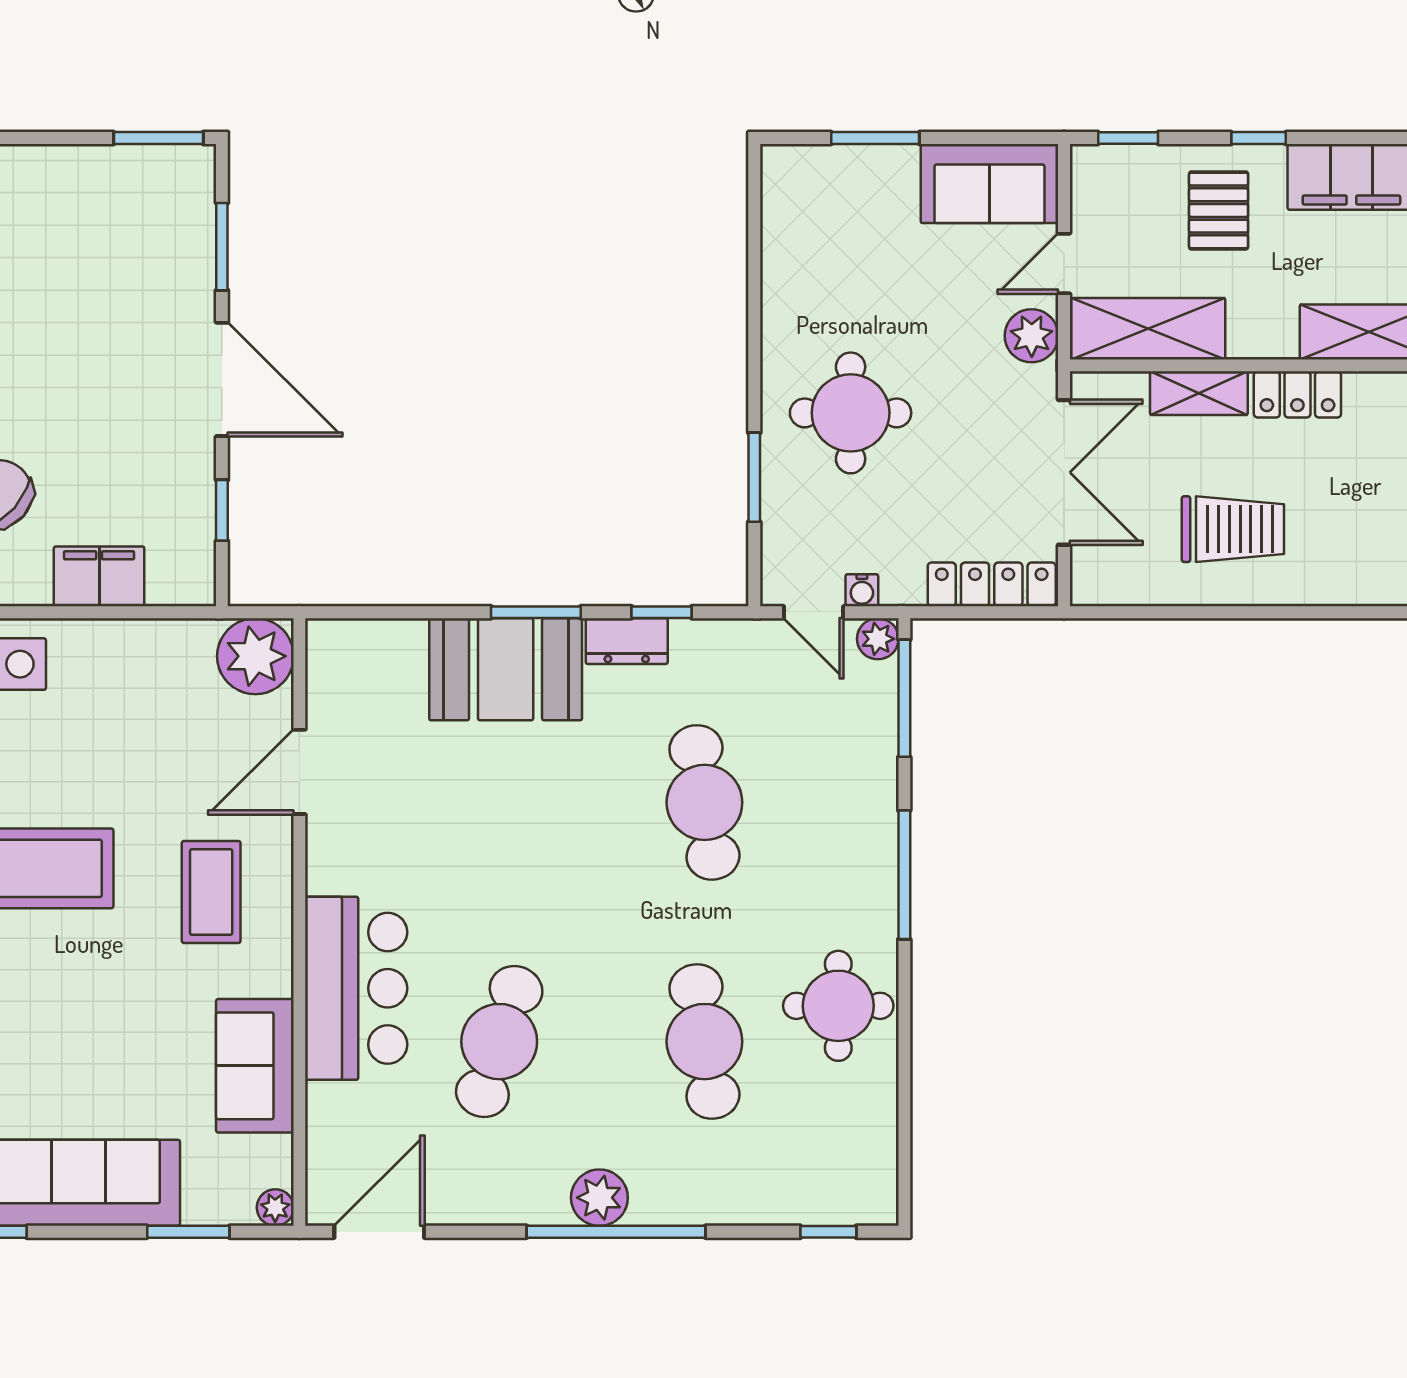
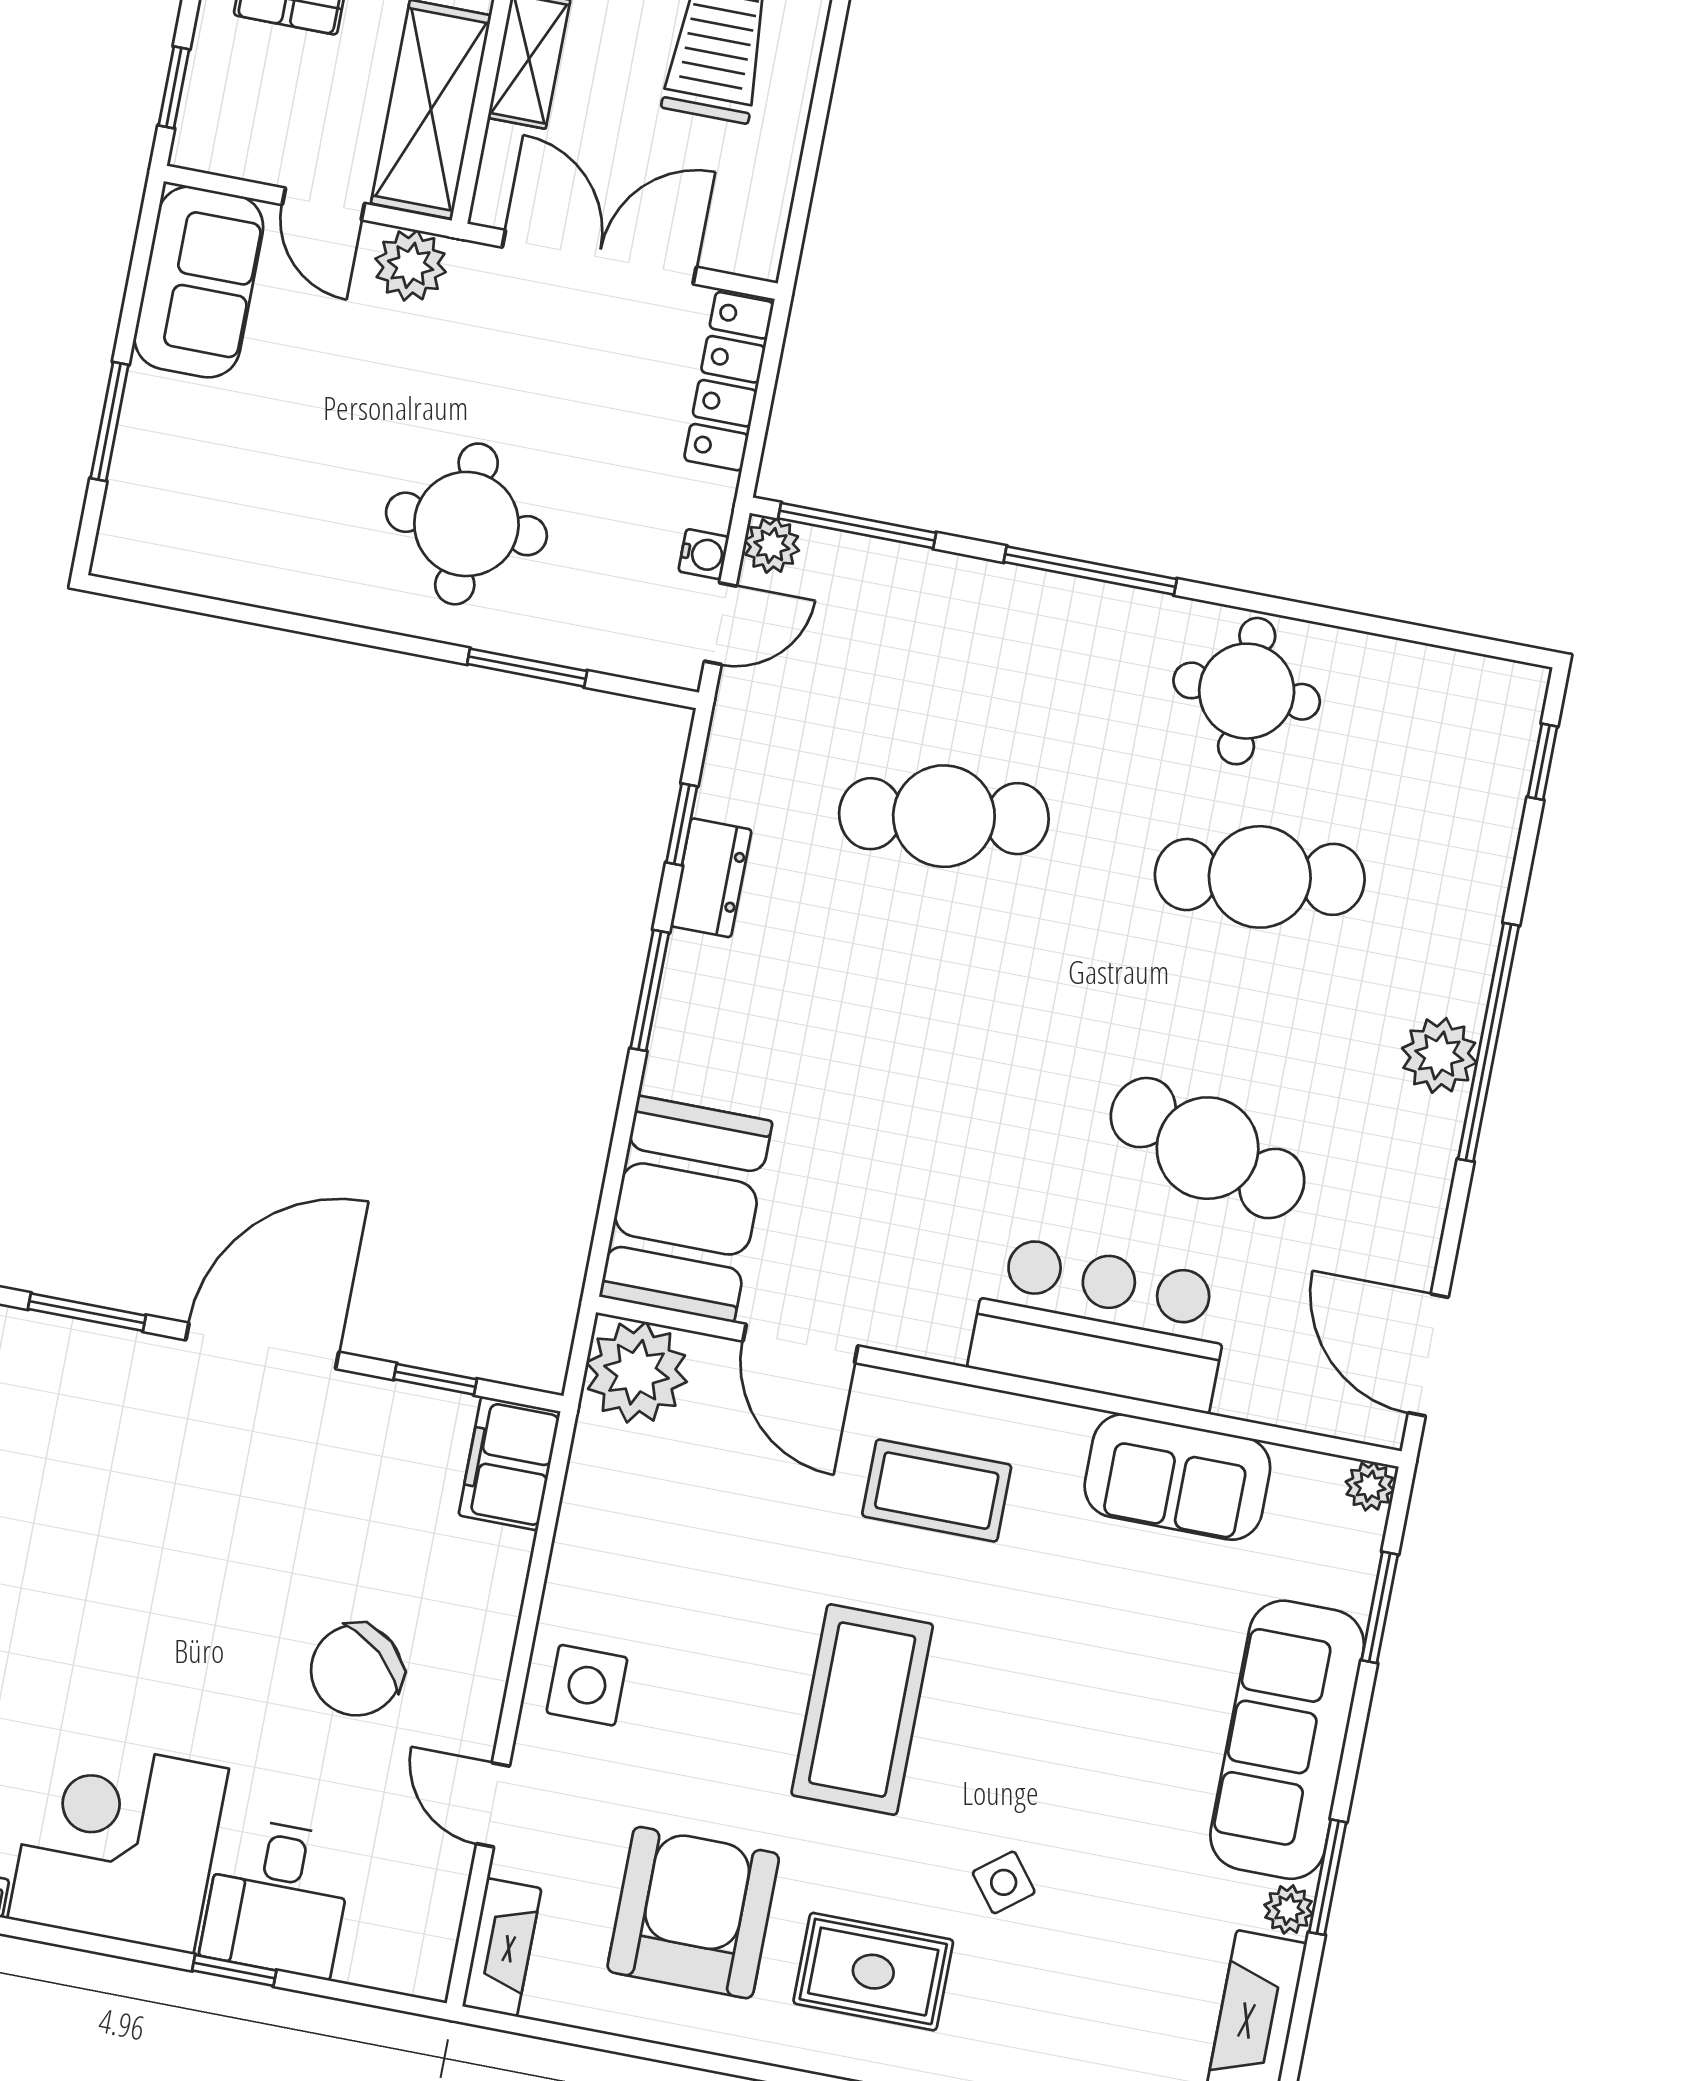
filing cabinet: (99, 576) -> (509, 1463), moved
booth: (506, 669) -> (686, 1209), moved

